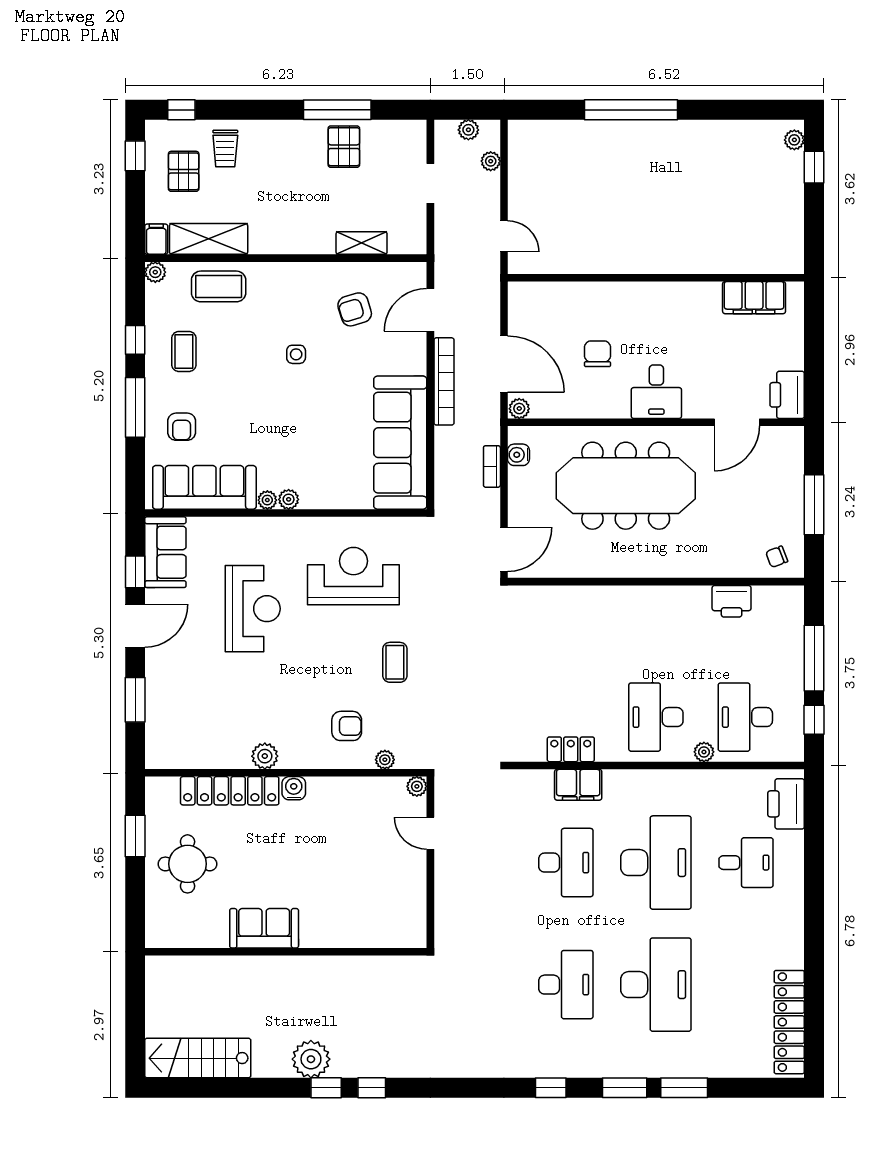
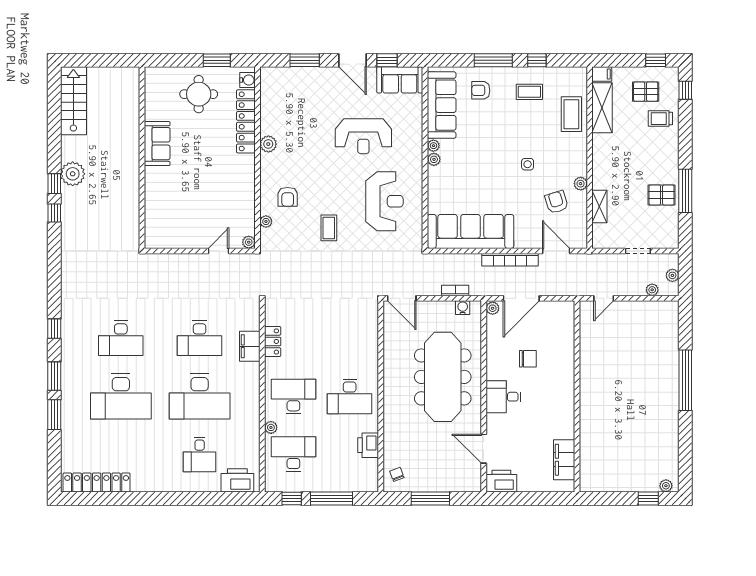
plant: (155, 272) -> (581, 184), moved
desk: (656, 630) -> (350, 396), added
coffee table: (395, 662) -> (329, 228), turned 90
water cooler: (294, 788) -> (248, 80), moved

